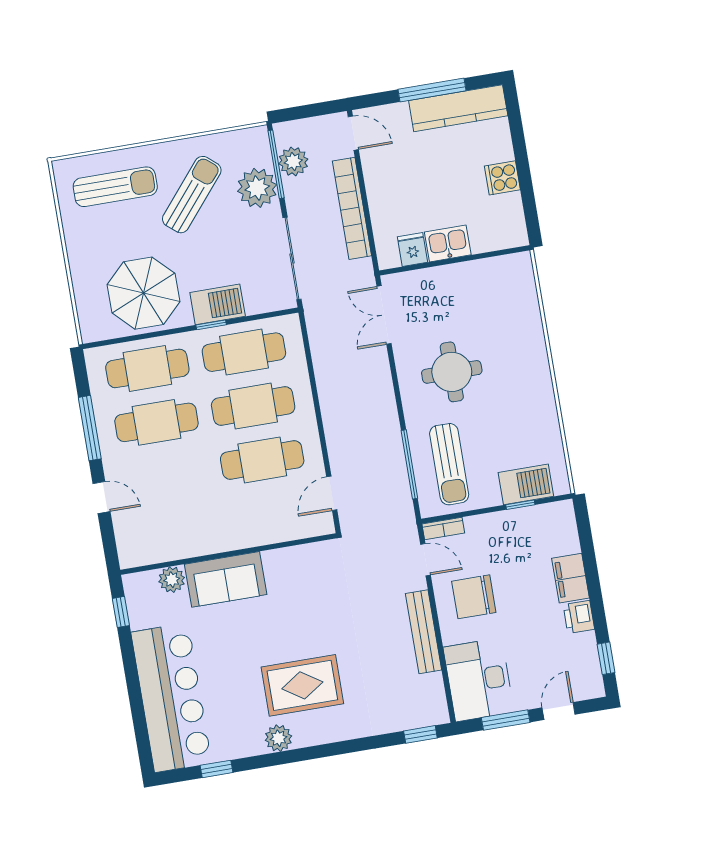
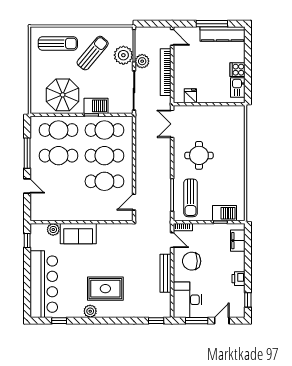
plant: (293, 161) -> (142, 61), moved
kitchen sink: (448, 243) -> (238, 87), moved, turned -90
filing cabinet: (571, 578) -> (238, 241), moved

